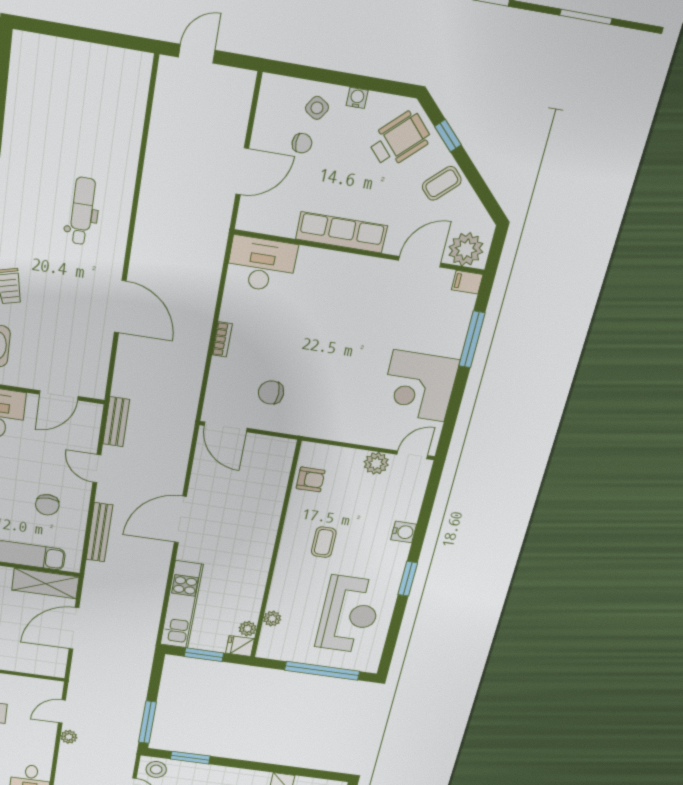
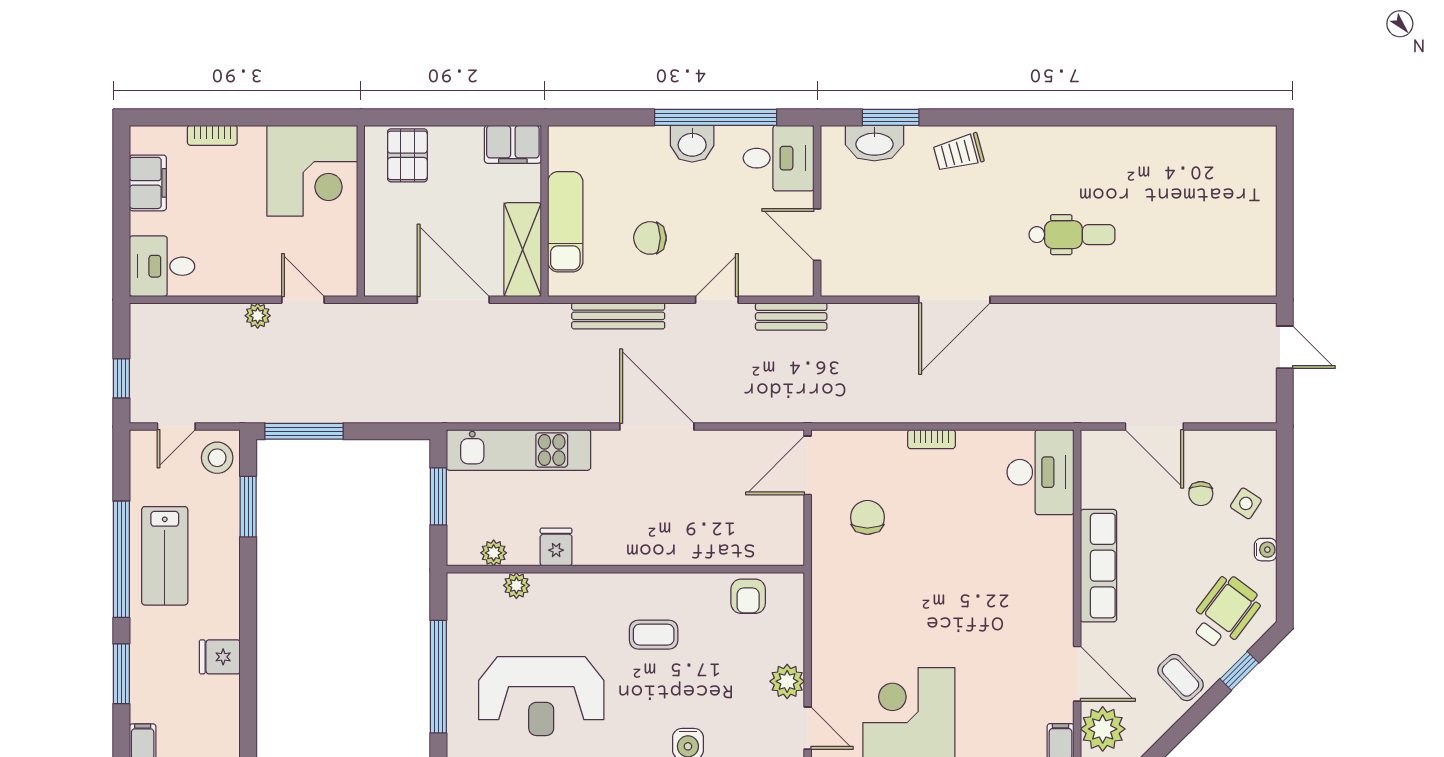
wheelchair: (400, 139) -> (1225, 612), turned -100
fridge: (240, 646) -> (556, 547), moved

